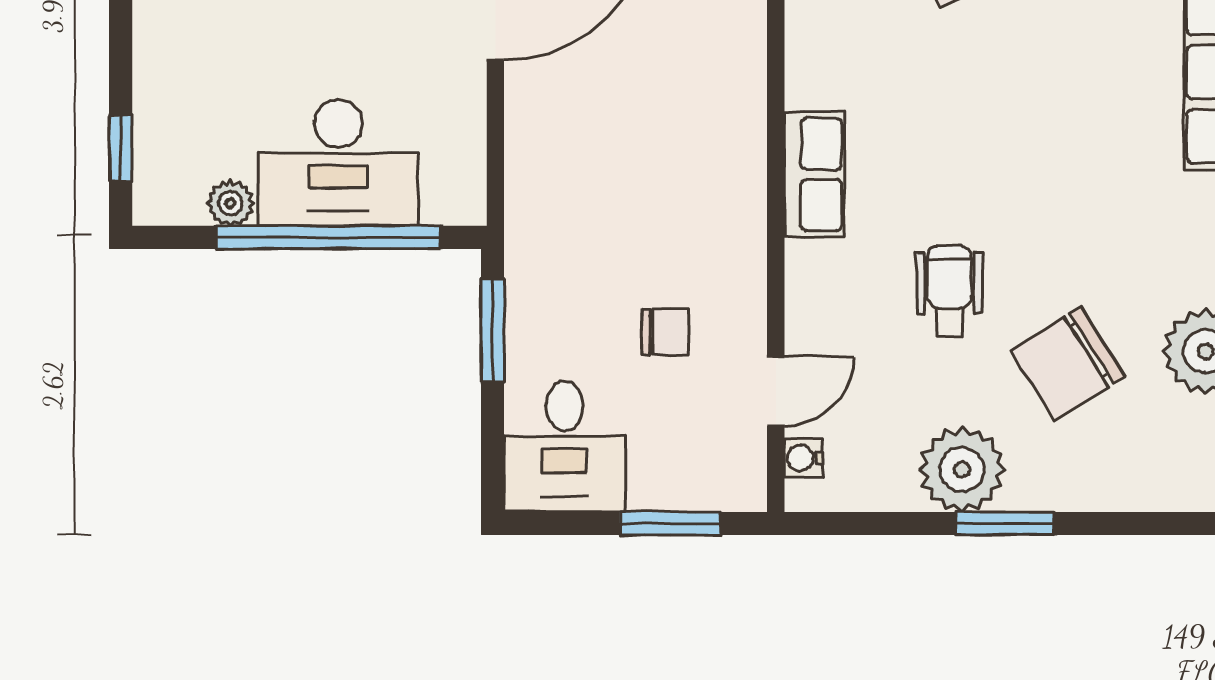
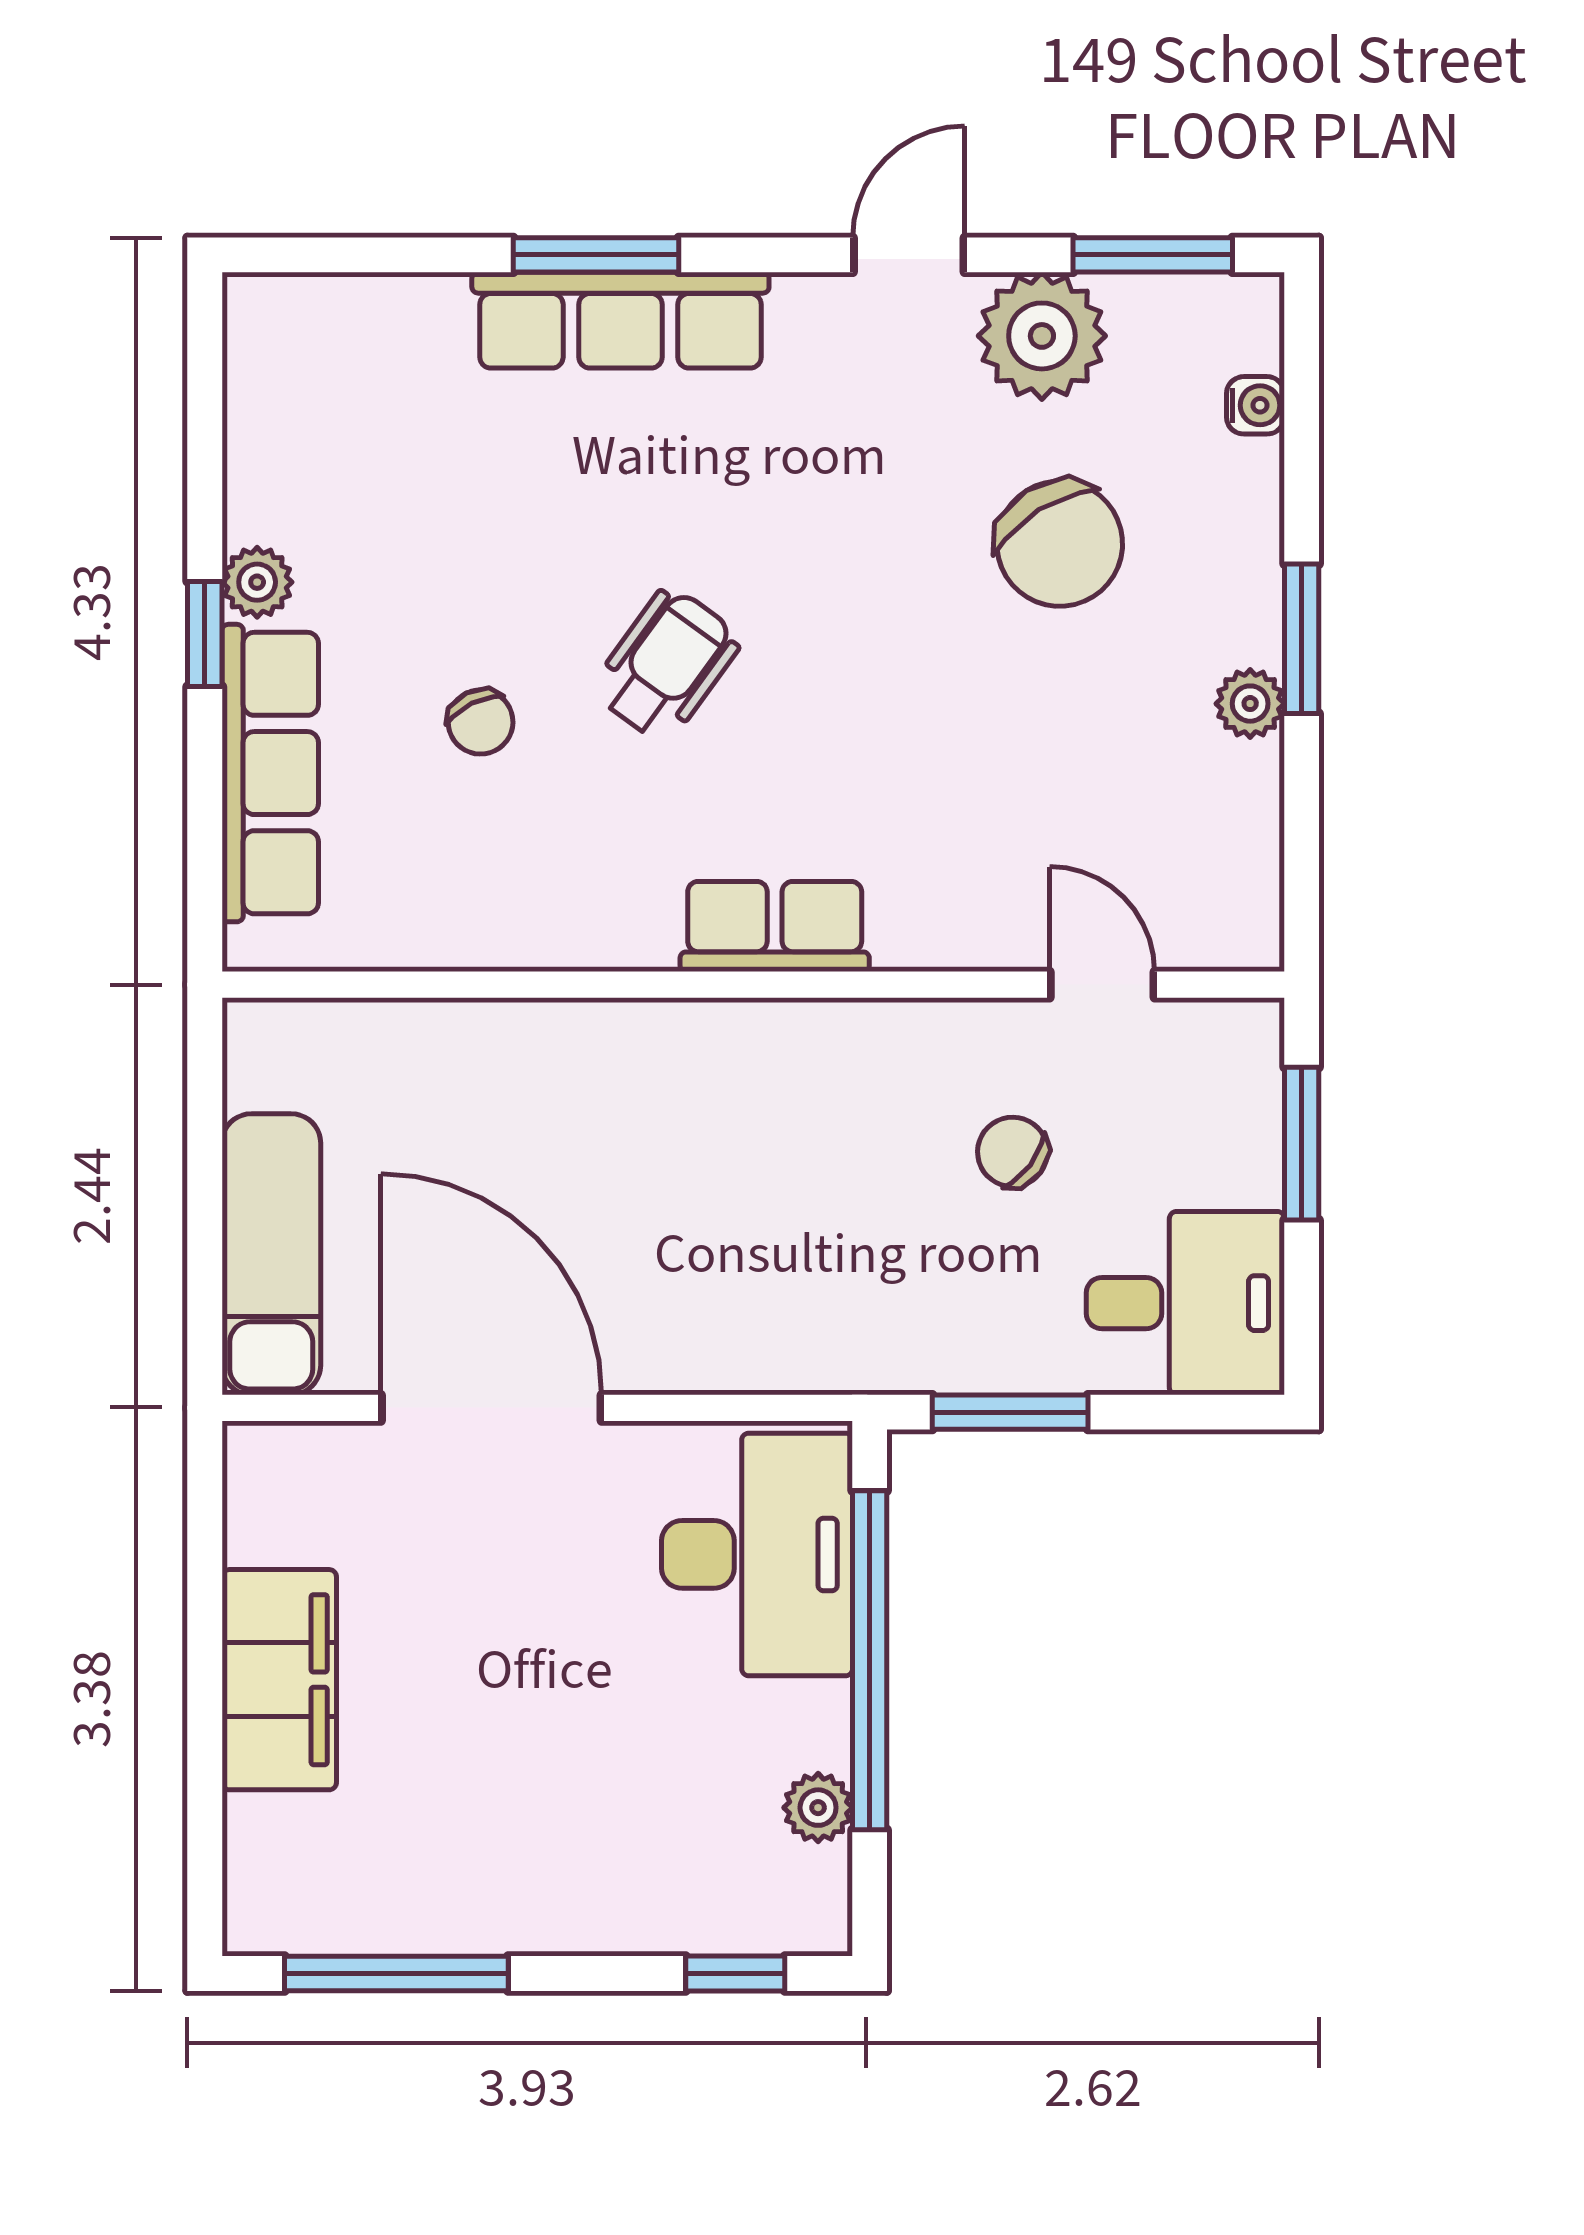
desk: (338, 163) -> (757, 1554), moved
wheelchair: (949, 290) -> (666, 664), moved, turned 126
chair: (665, 332) -> (1013, 1152), turned -53
water cooler: (803, 458) -> (1255, 405), moved, turned -90
plant: (962, 470) -> (1250, 704), width x0.53, depth x0.53

